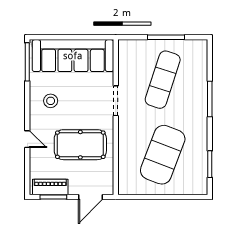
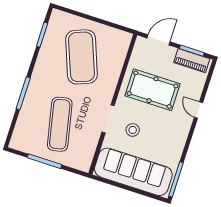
exercise mat: (163, 80) -> (60, 124), turned -30
stool: (51, 101) -> (133, 130), moved
exercise mat: (163, 155) -> (81, 57), turned -42

